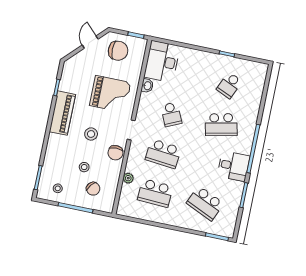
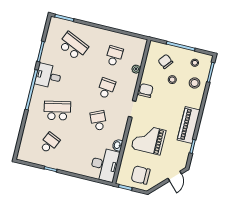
door: (90, 42) -> (175, 176), moved
stool: (91, 134) -> (195, 83), moved
school desk: (163, 154) -> (106, 88), width x0.54
school desk: (155, 193) -> (114, 56), width x0.54

